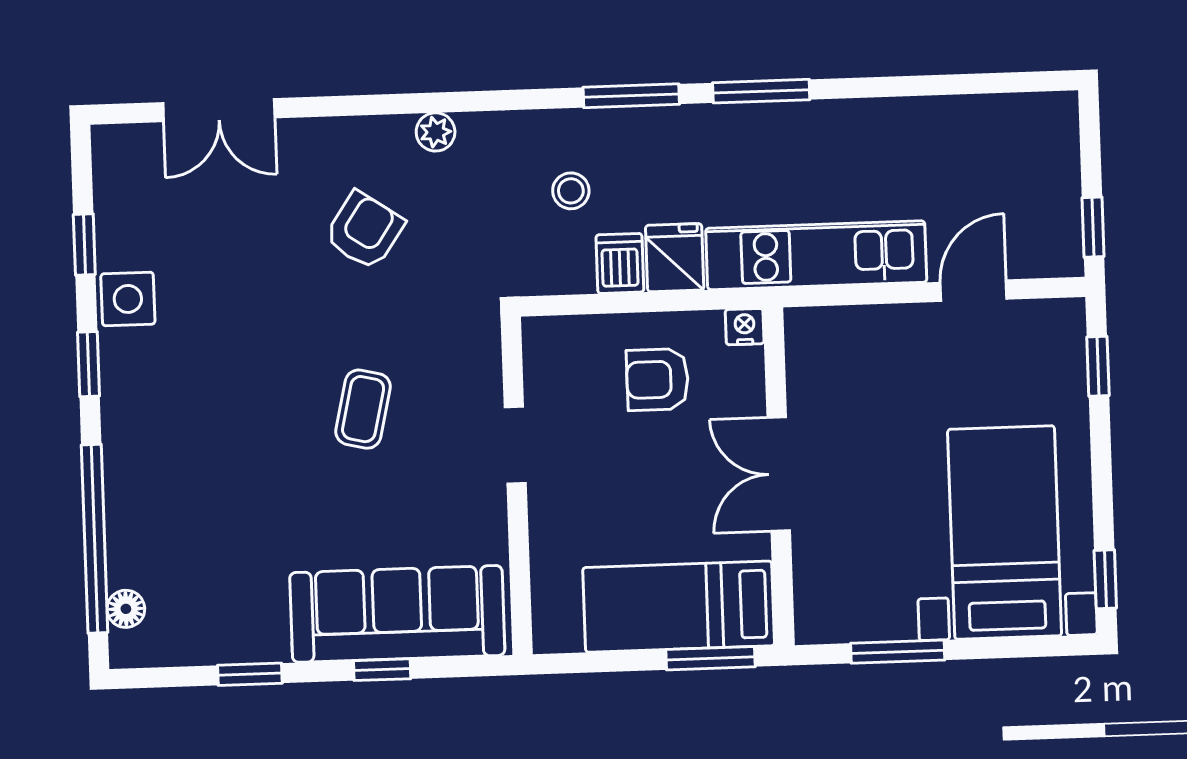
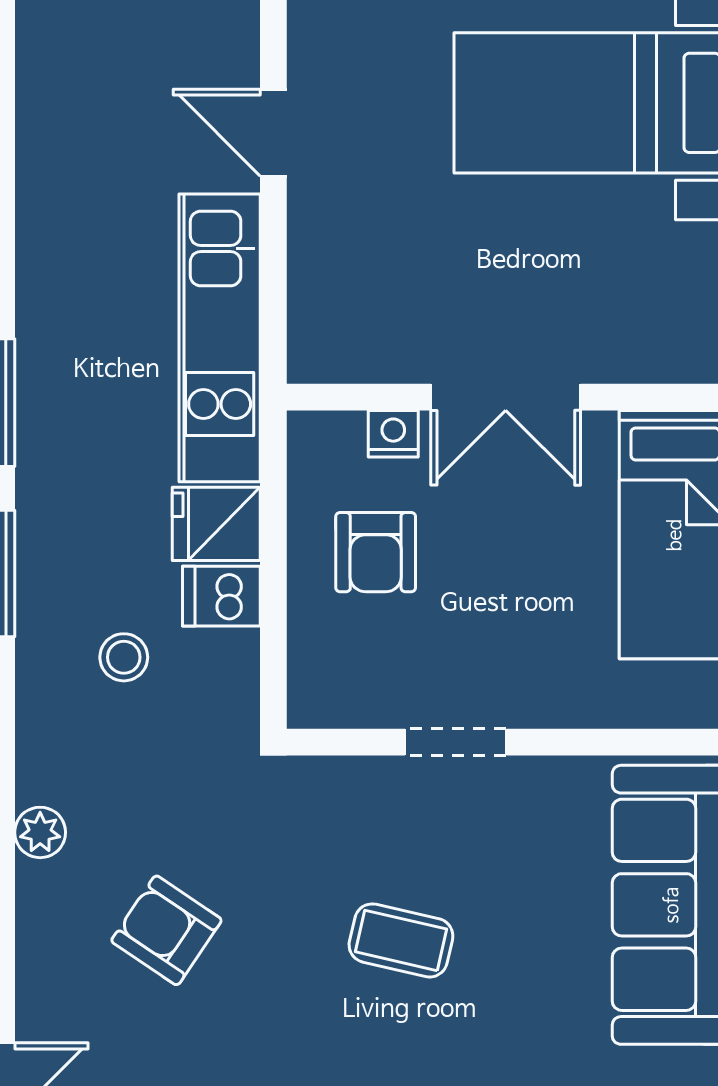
nightstand: (745, 327) -> (393, 434), moved, turned 90

